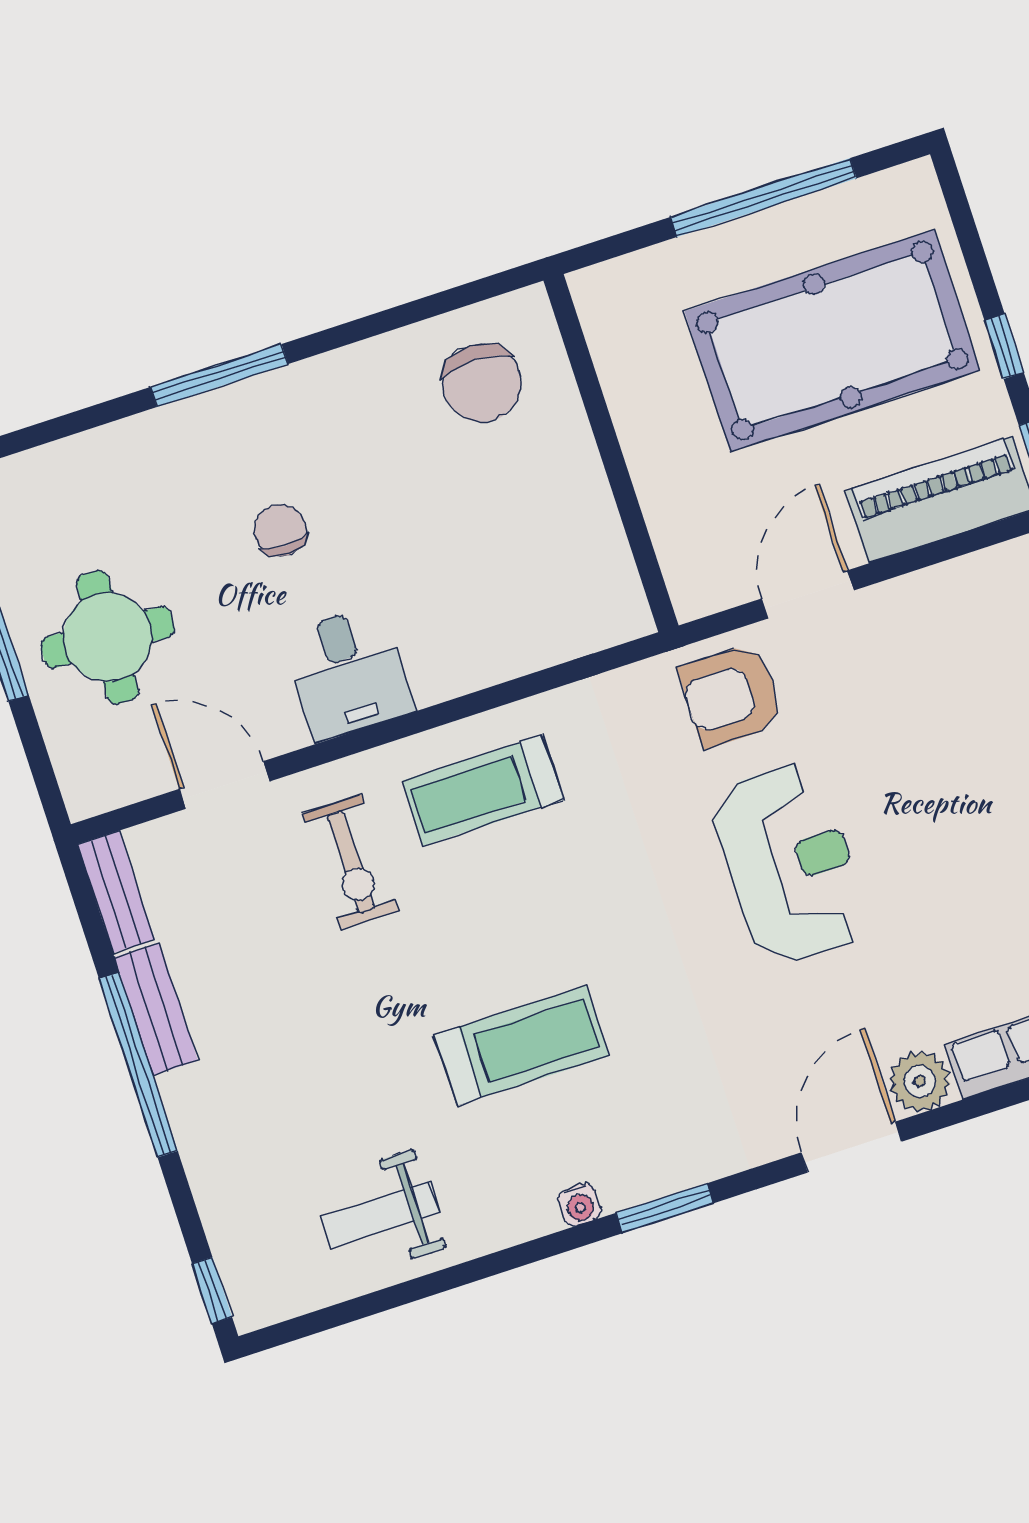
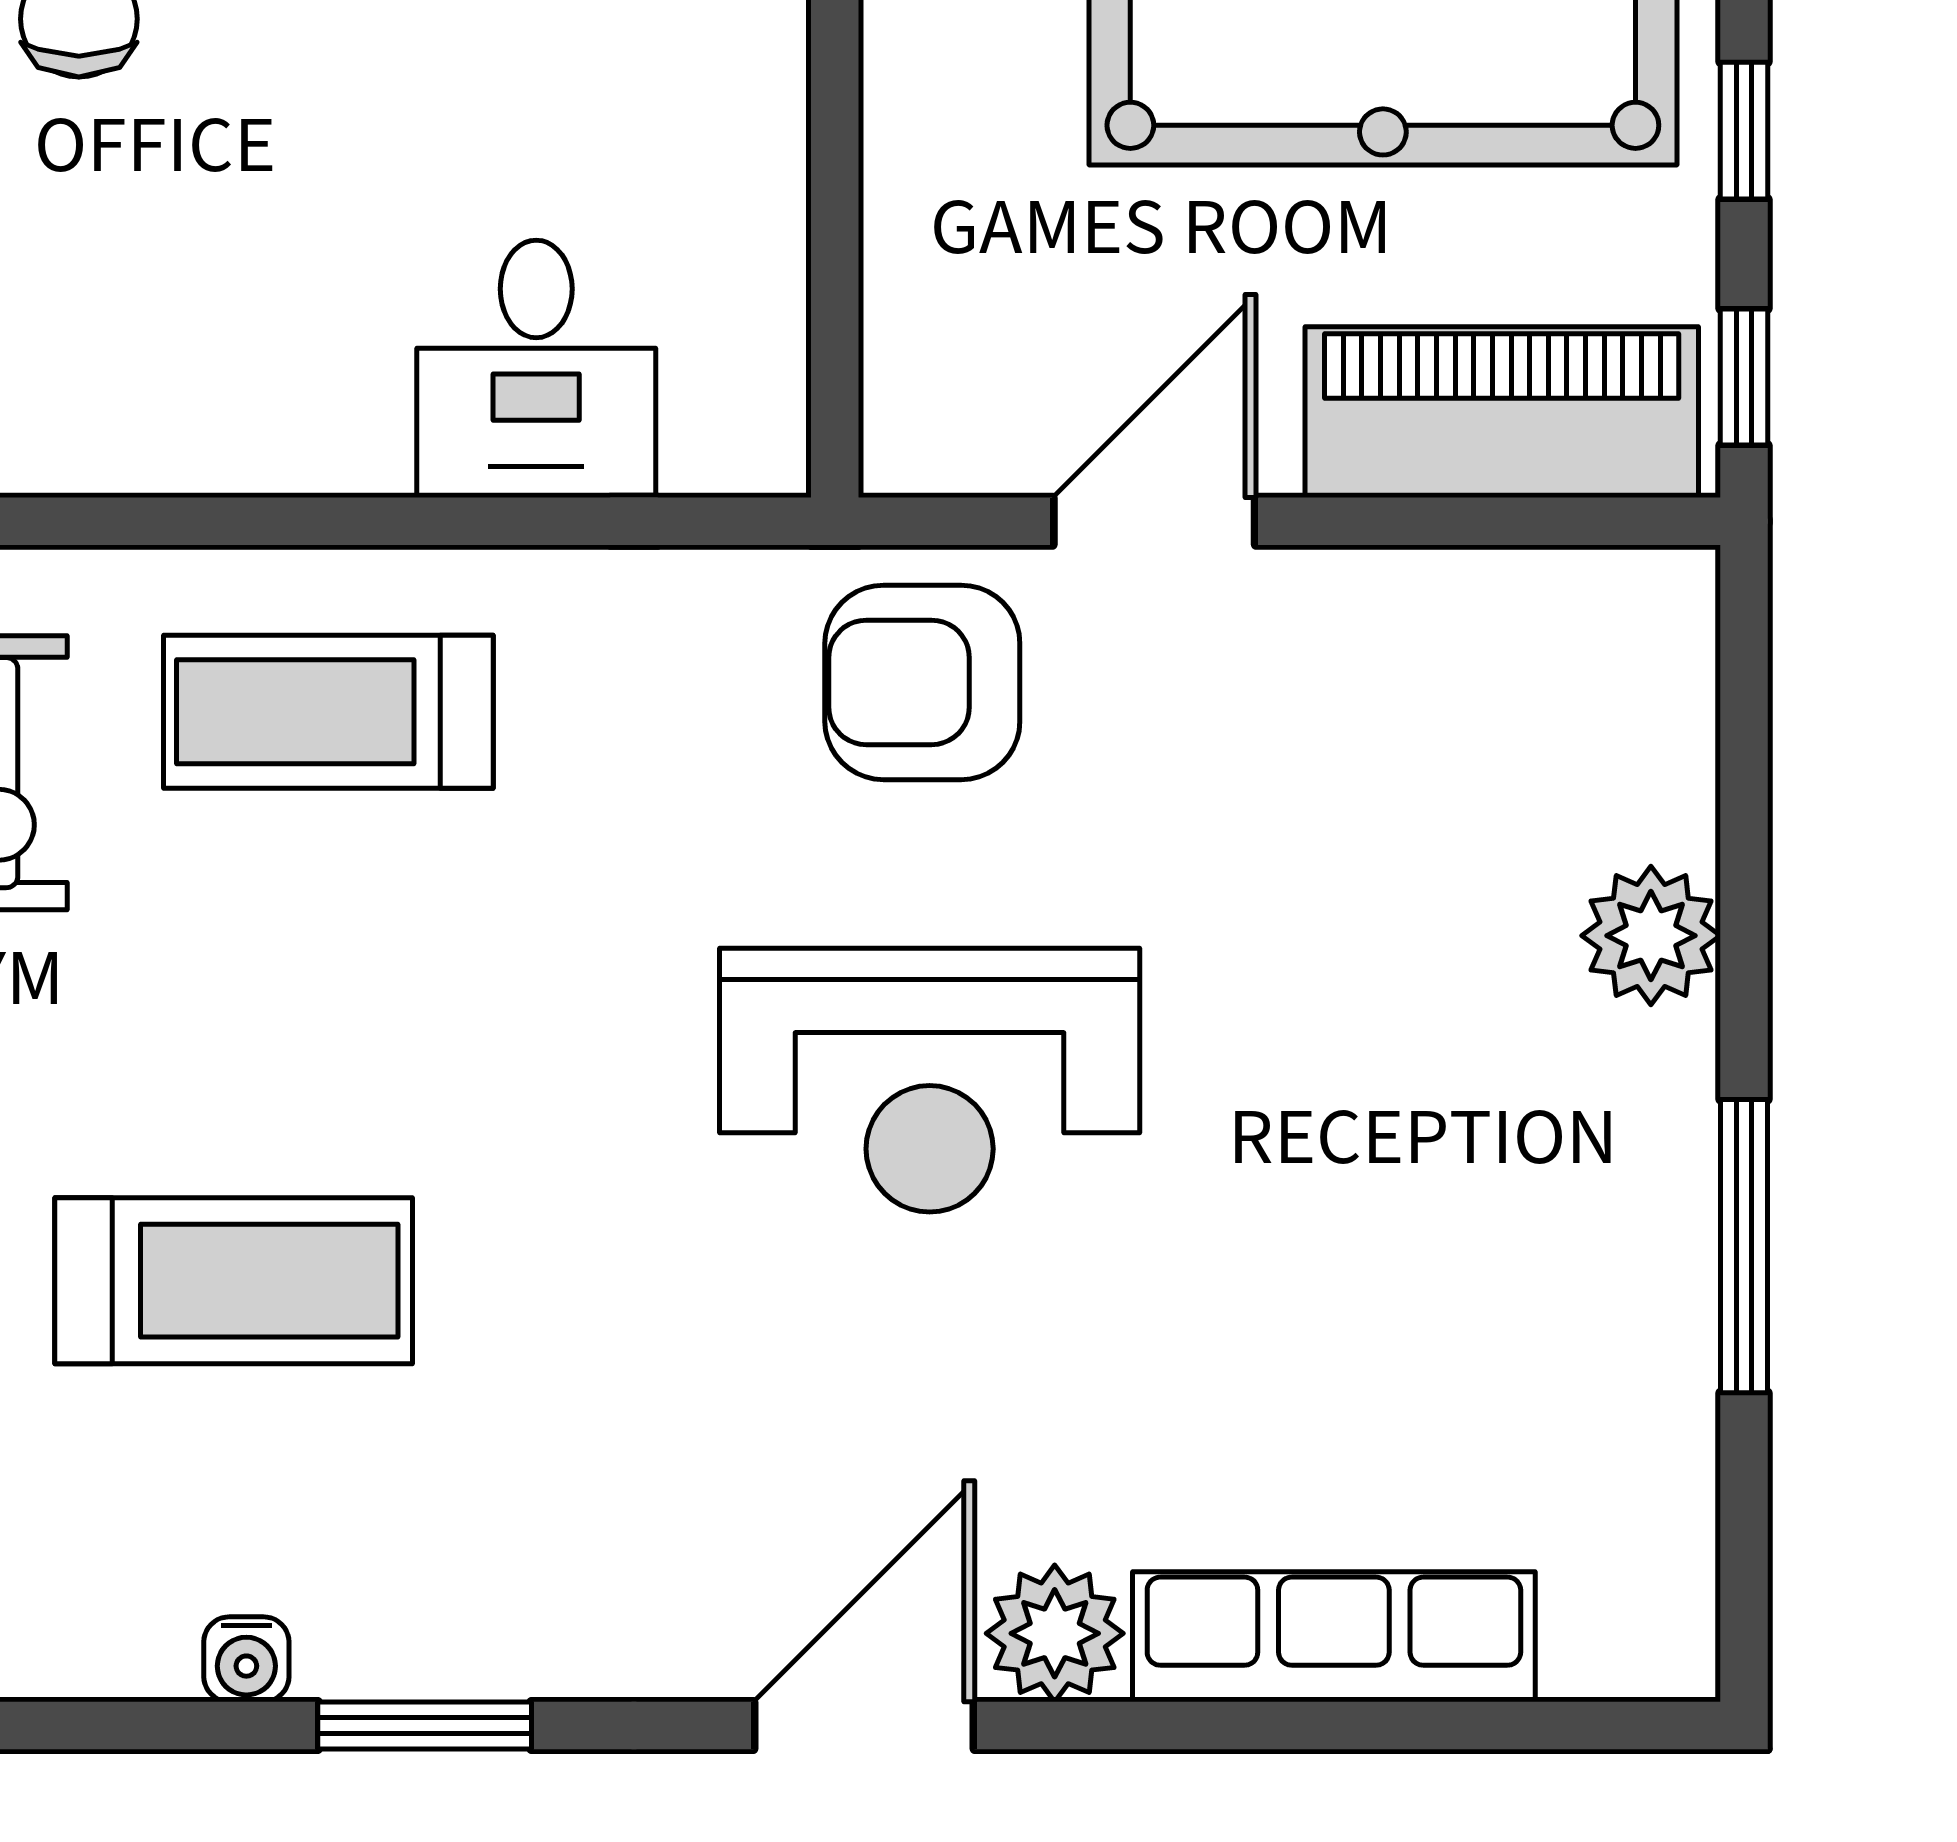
desk: (348, 673) -> (536, 369), moved
reception desk: (790, 863) -> (930, 1080), turned 90

